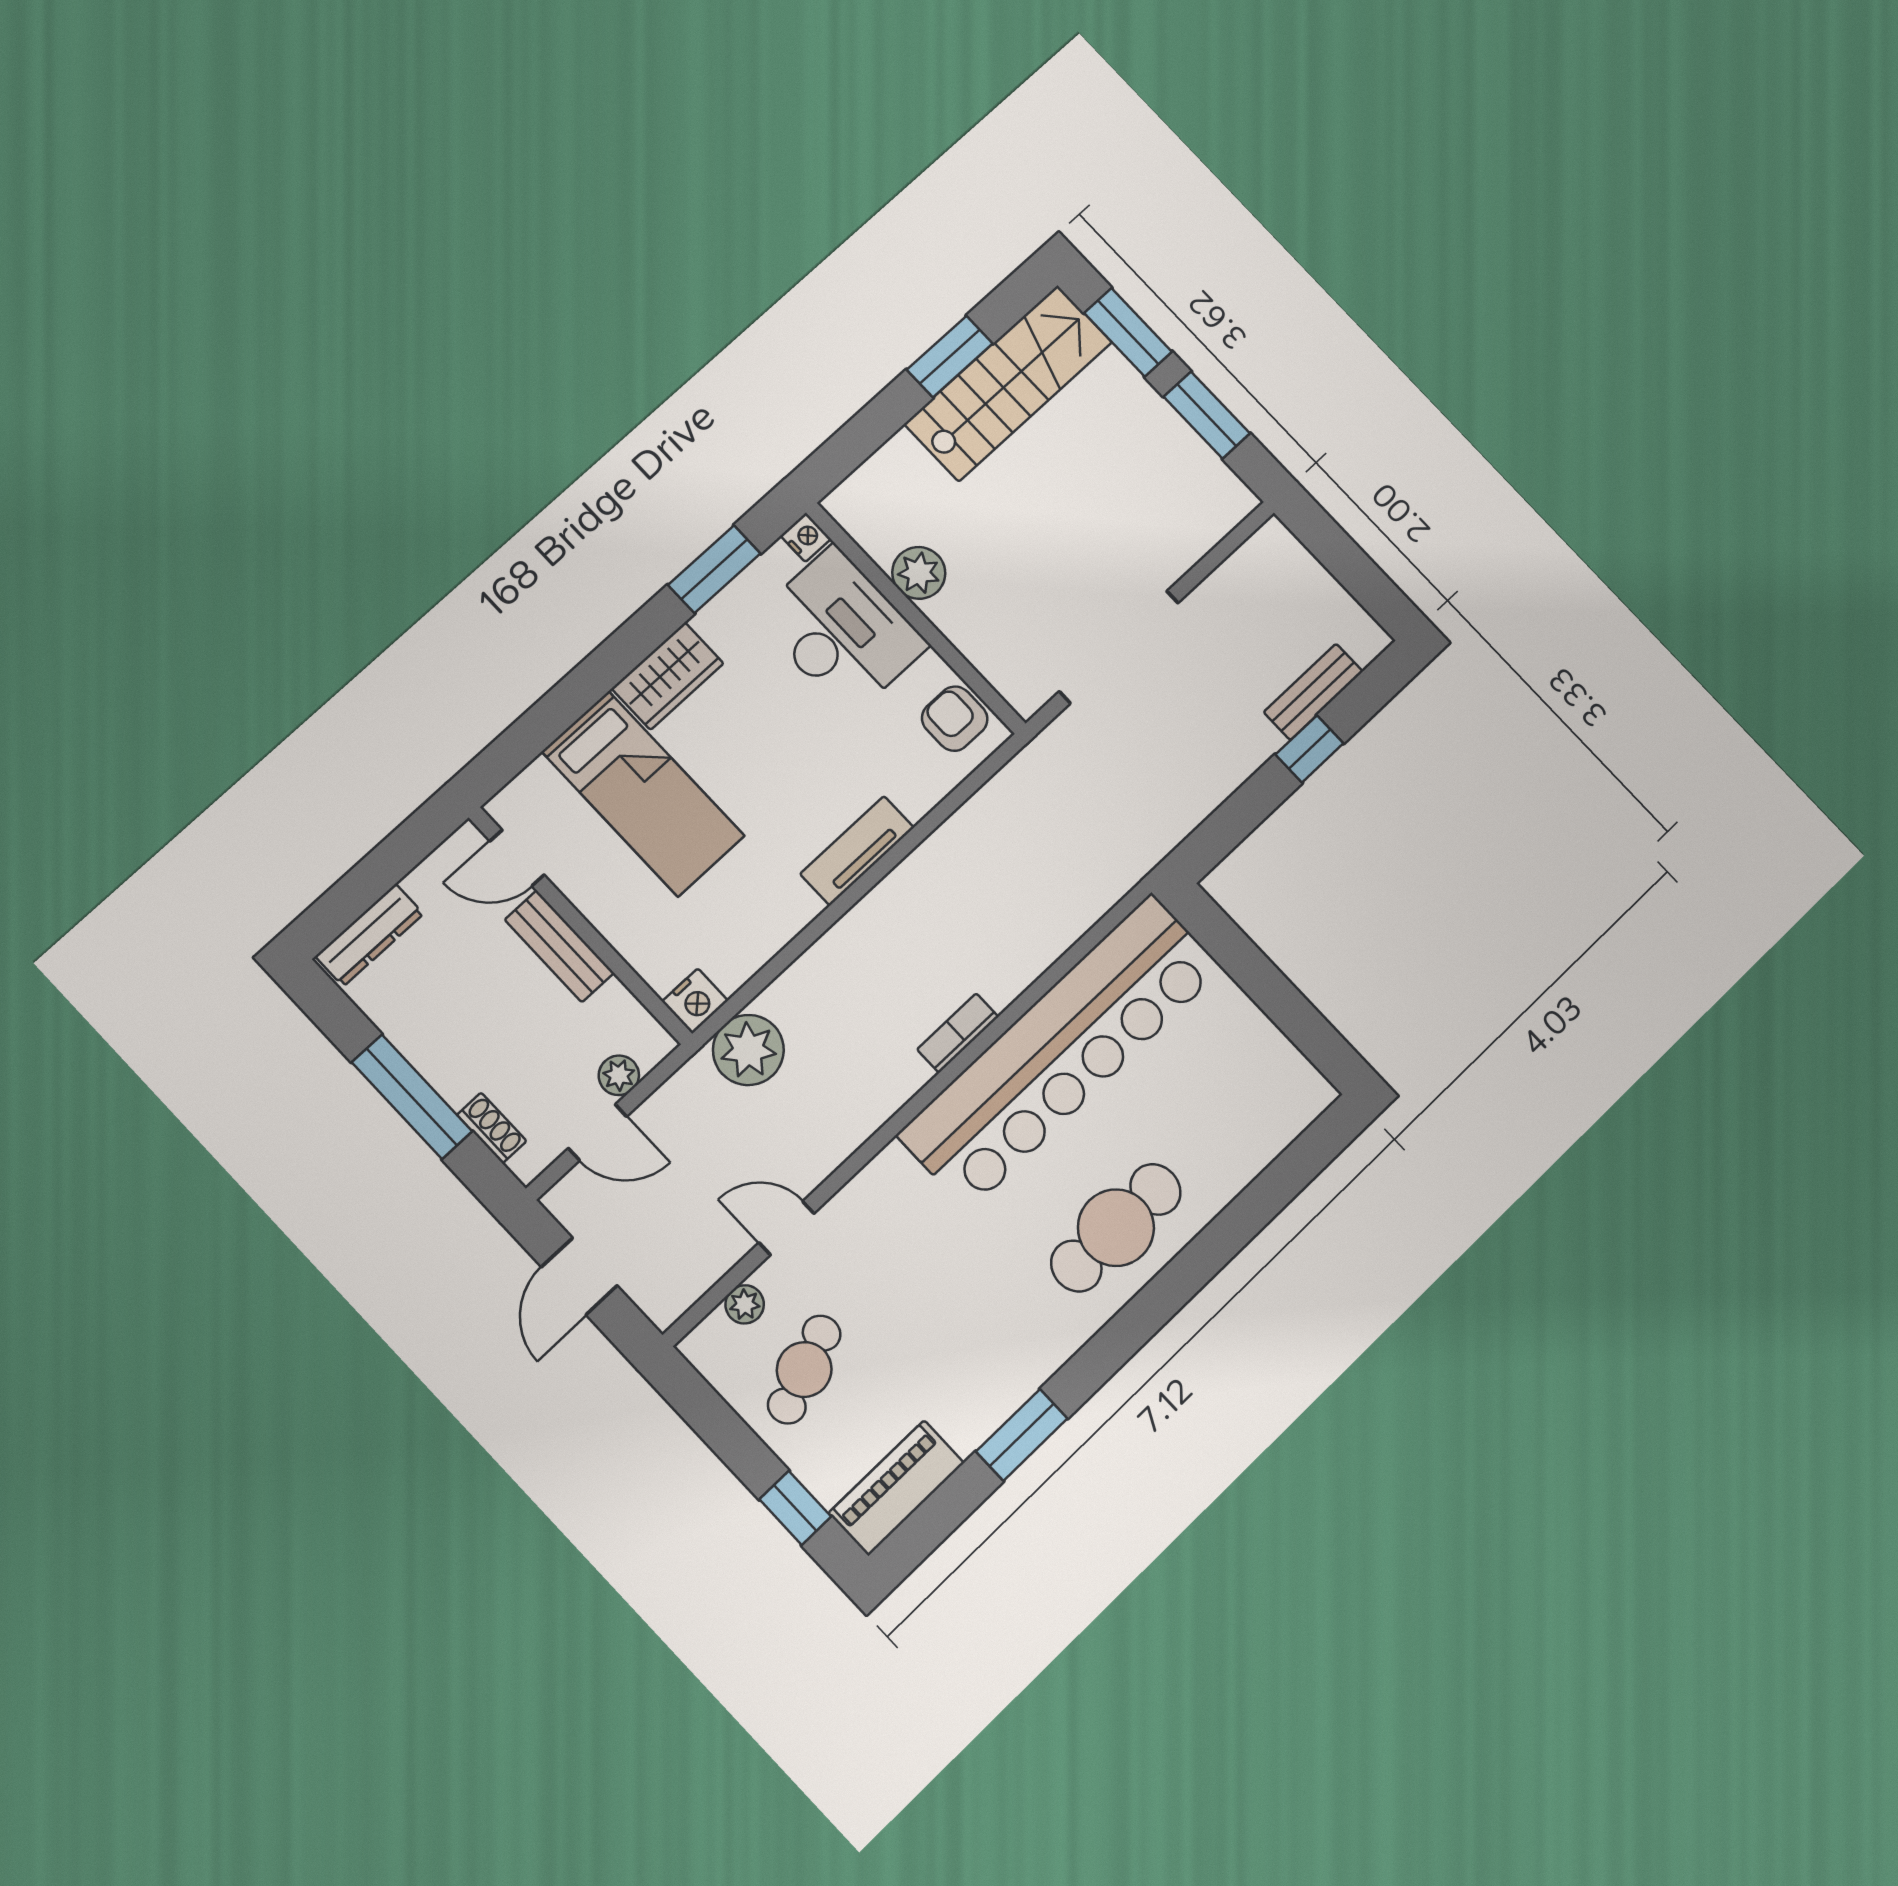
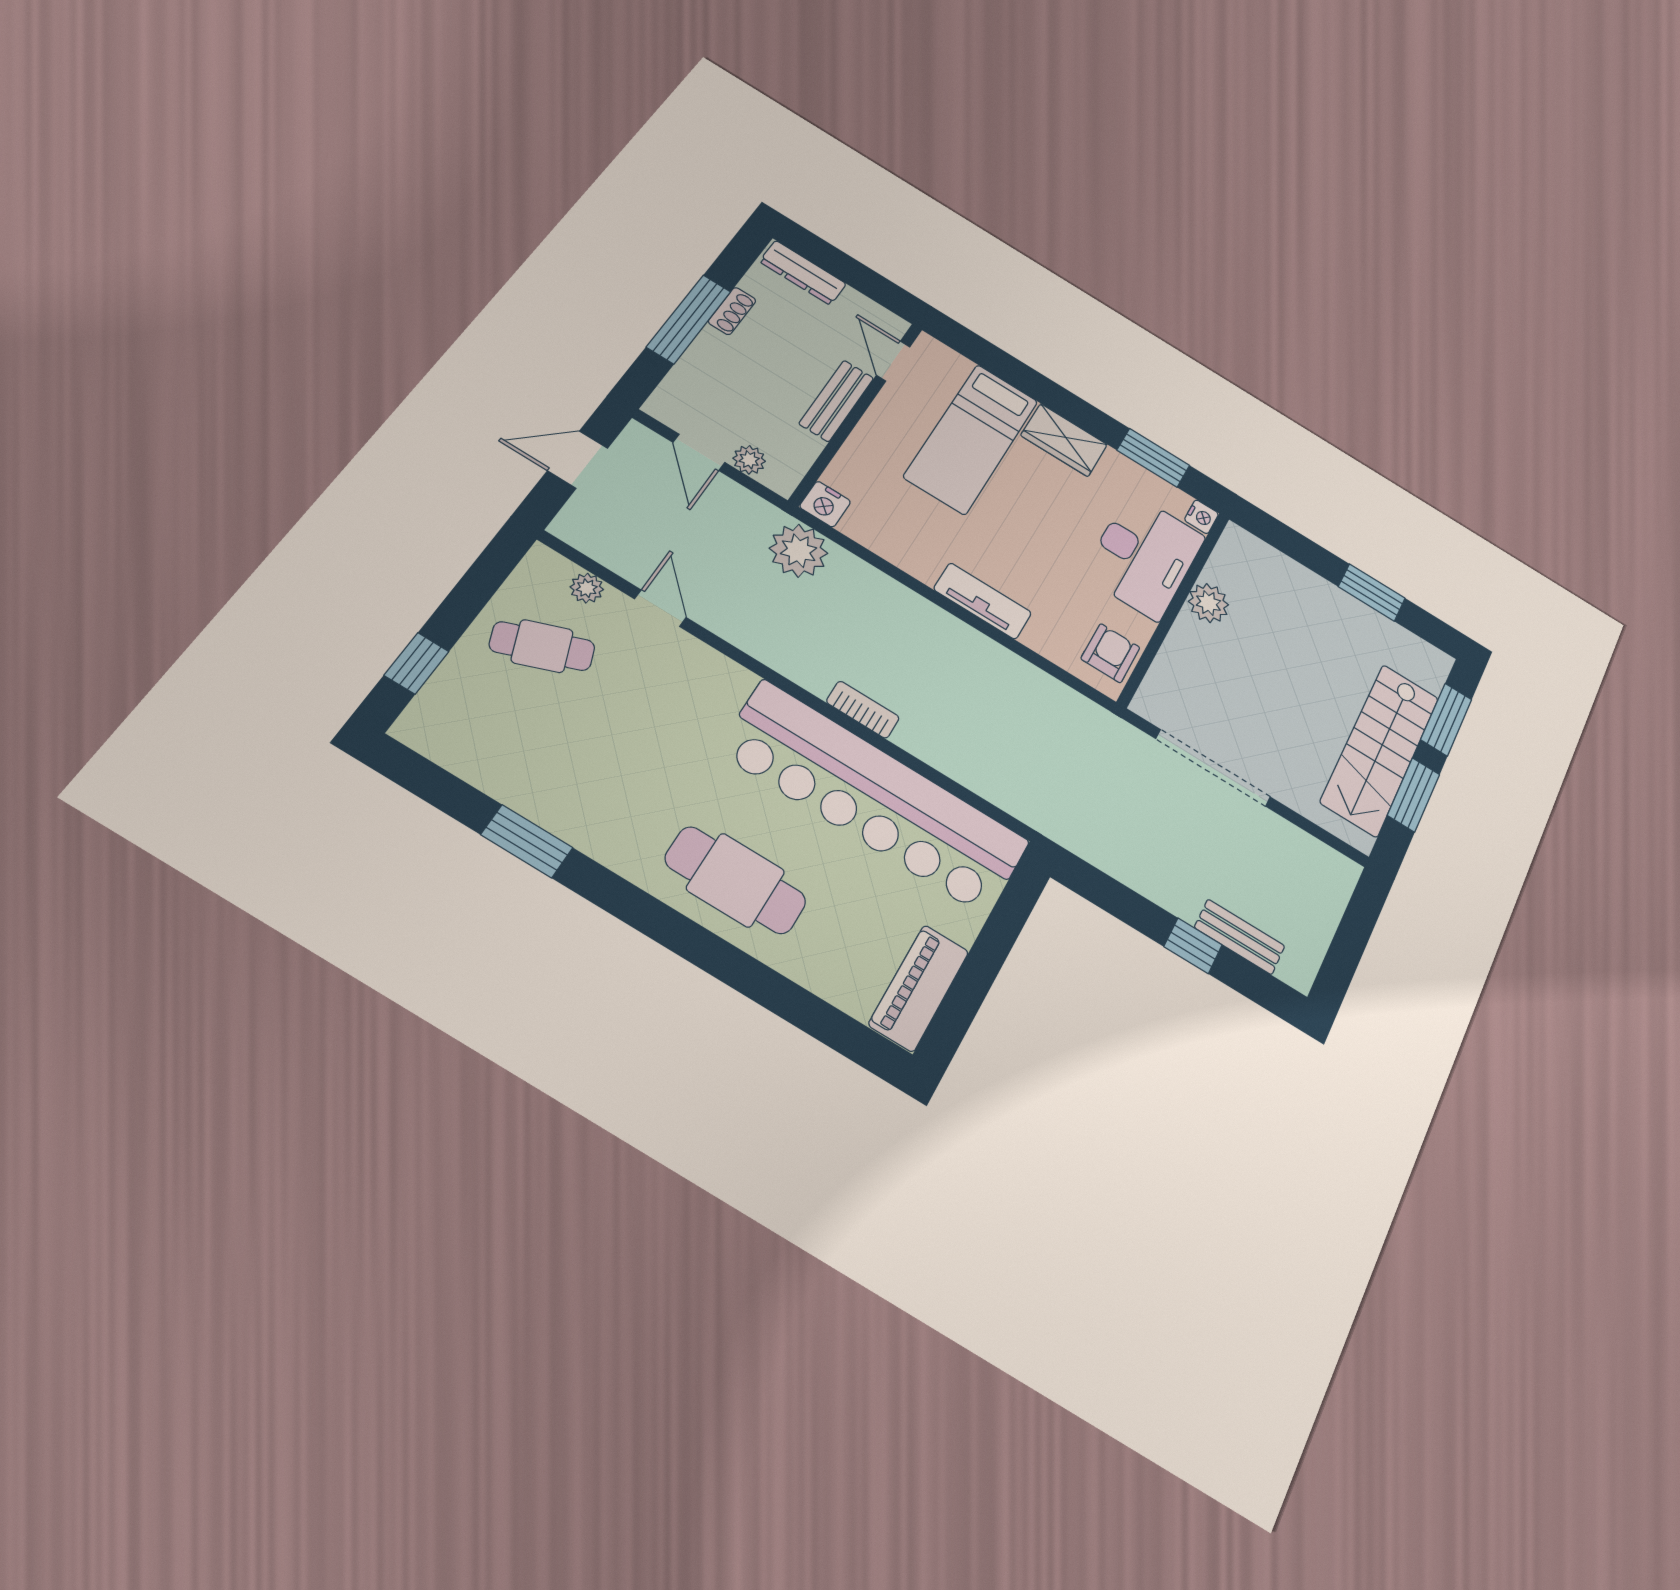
stairs: (1008, 383) -> (1380, 750), moved, turned 90
shoe rack: (492, 1128) -> (732, 311), moved
piano: (896, 1488) -> (919, 988), moved, turned -90

